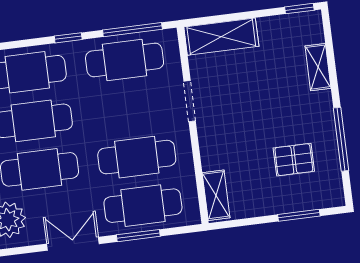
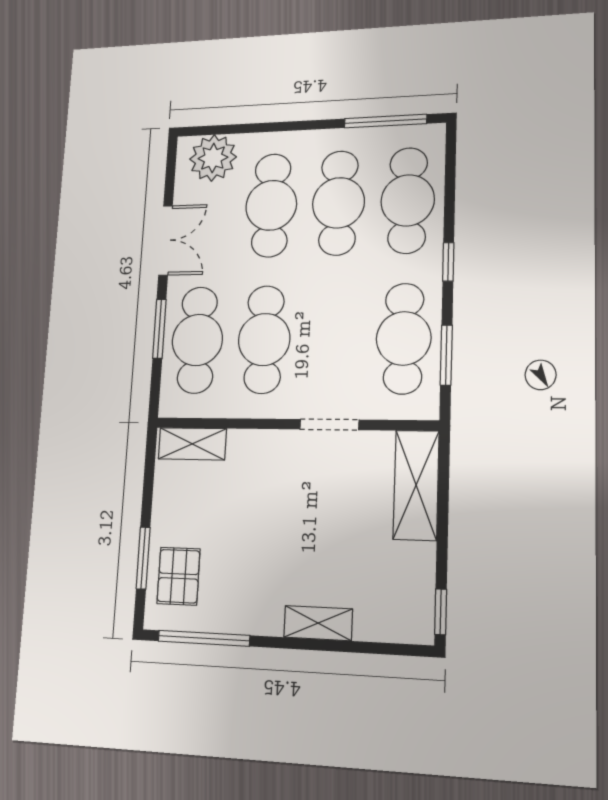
window: (132, 30) -> (446, 355), width x0.69
shelving: (318, 67) -> (318, 623), moved
window: (341, 139) -> (204, 638), moved
pallet: (294, 160) -> (179, 576), moved

